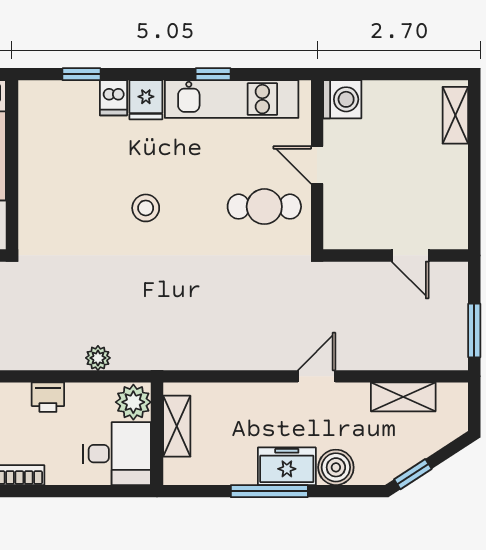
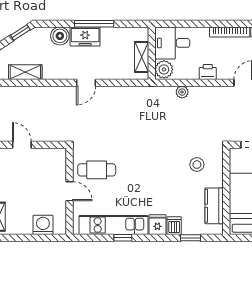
washing machine: (342, 99) -> (43, 225), moved, turned 90
kitchen counter: (36, 137) -> (214, 206), added
stool: (146, 208) -> (197, 165), moved
door: (317, 376) -> (86, 83), moved

